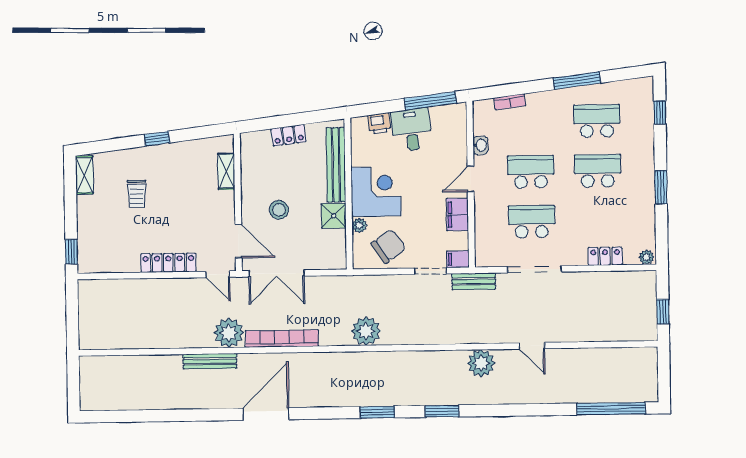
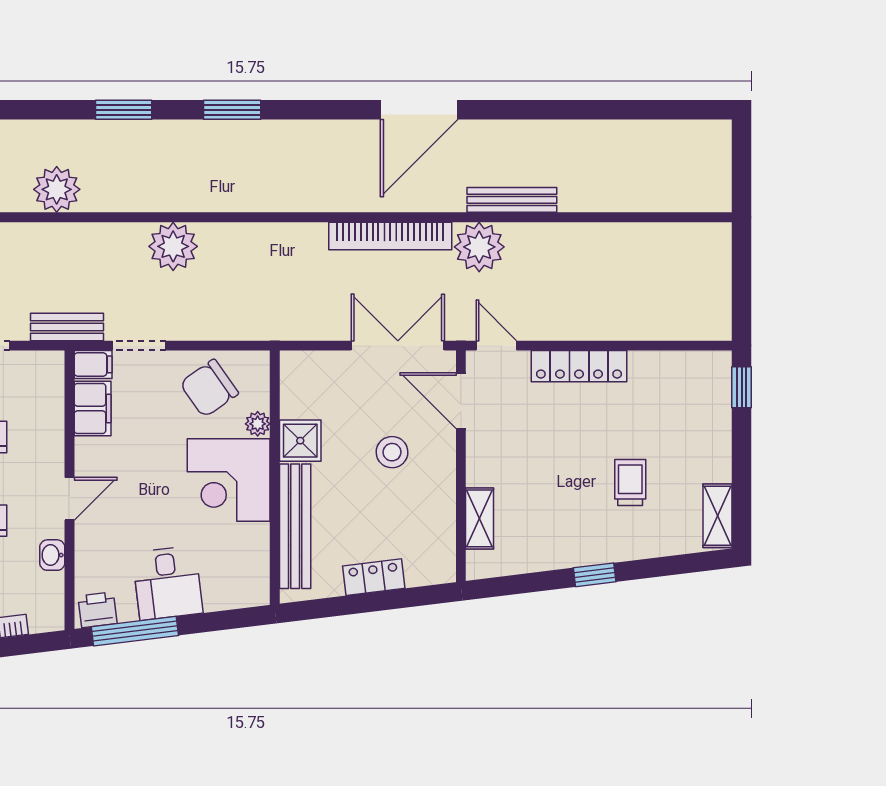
printer: (379, 123) -> (97, 610), moved
filing cabinet: (457, 214) -> (93, 409), moved
plant: (366, 331) -> (173, 246), moved

